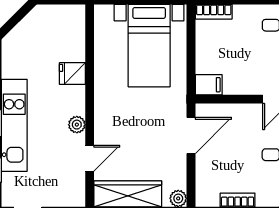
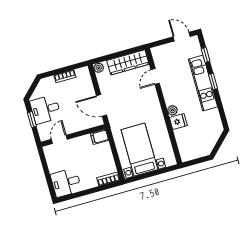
plant: (77, 125) -> (172, 110), moved
door: (191, 135) -> (101, 105), hinge flipped

